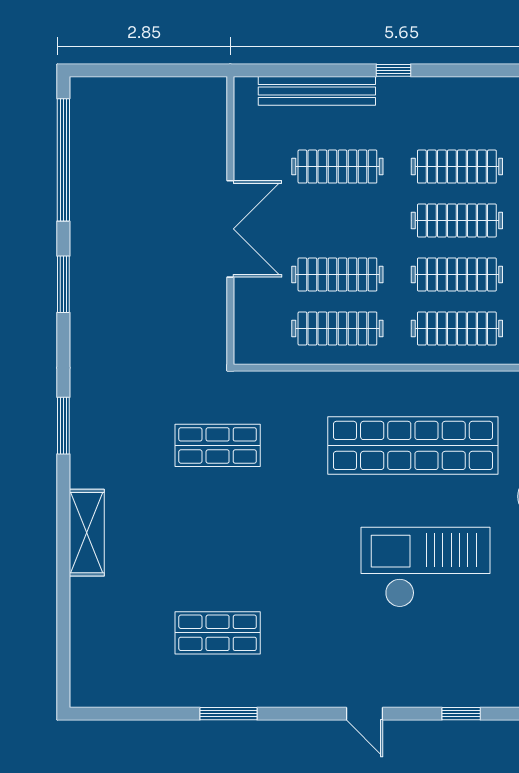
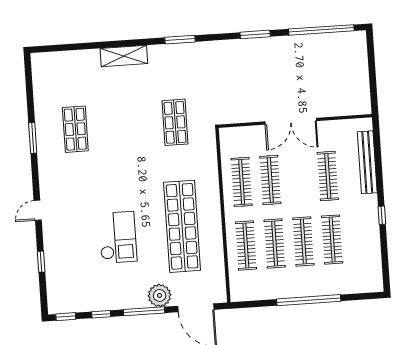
window: (394, 70) -> (382, 215), moved
checkout: (425, 567) -> (118, 237), width x0.73, depth x0.83

